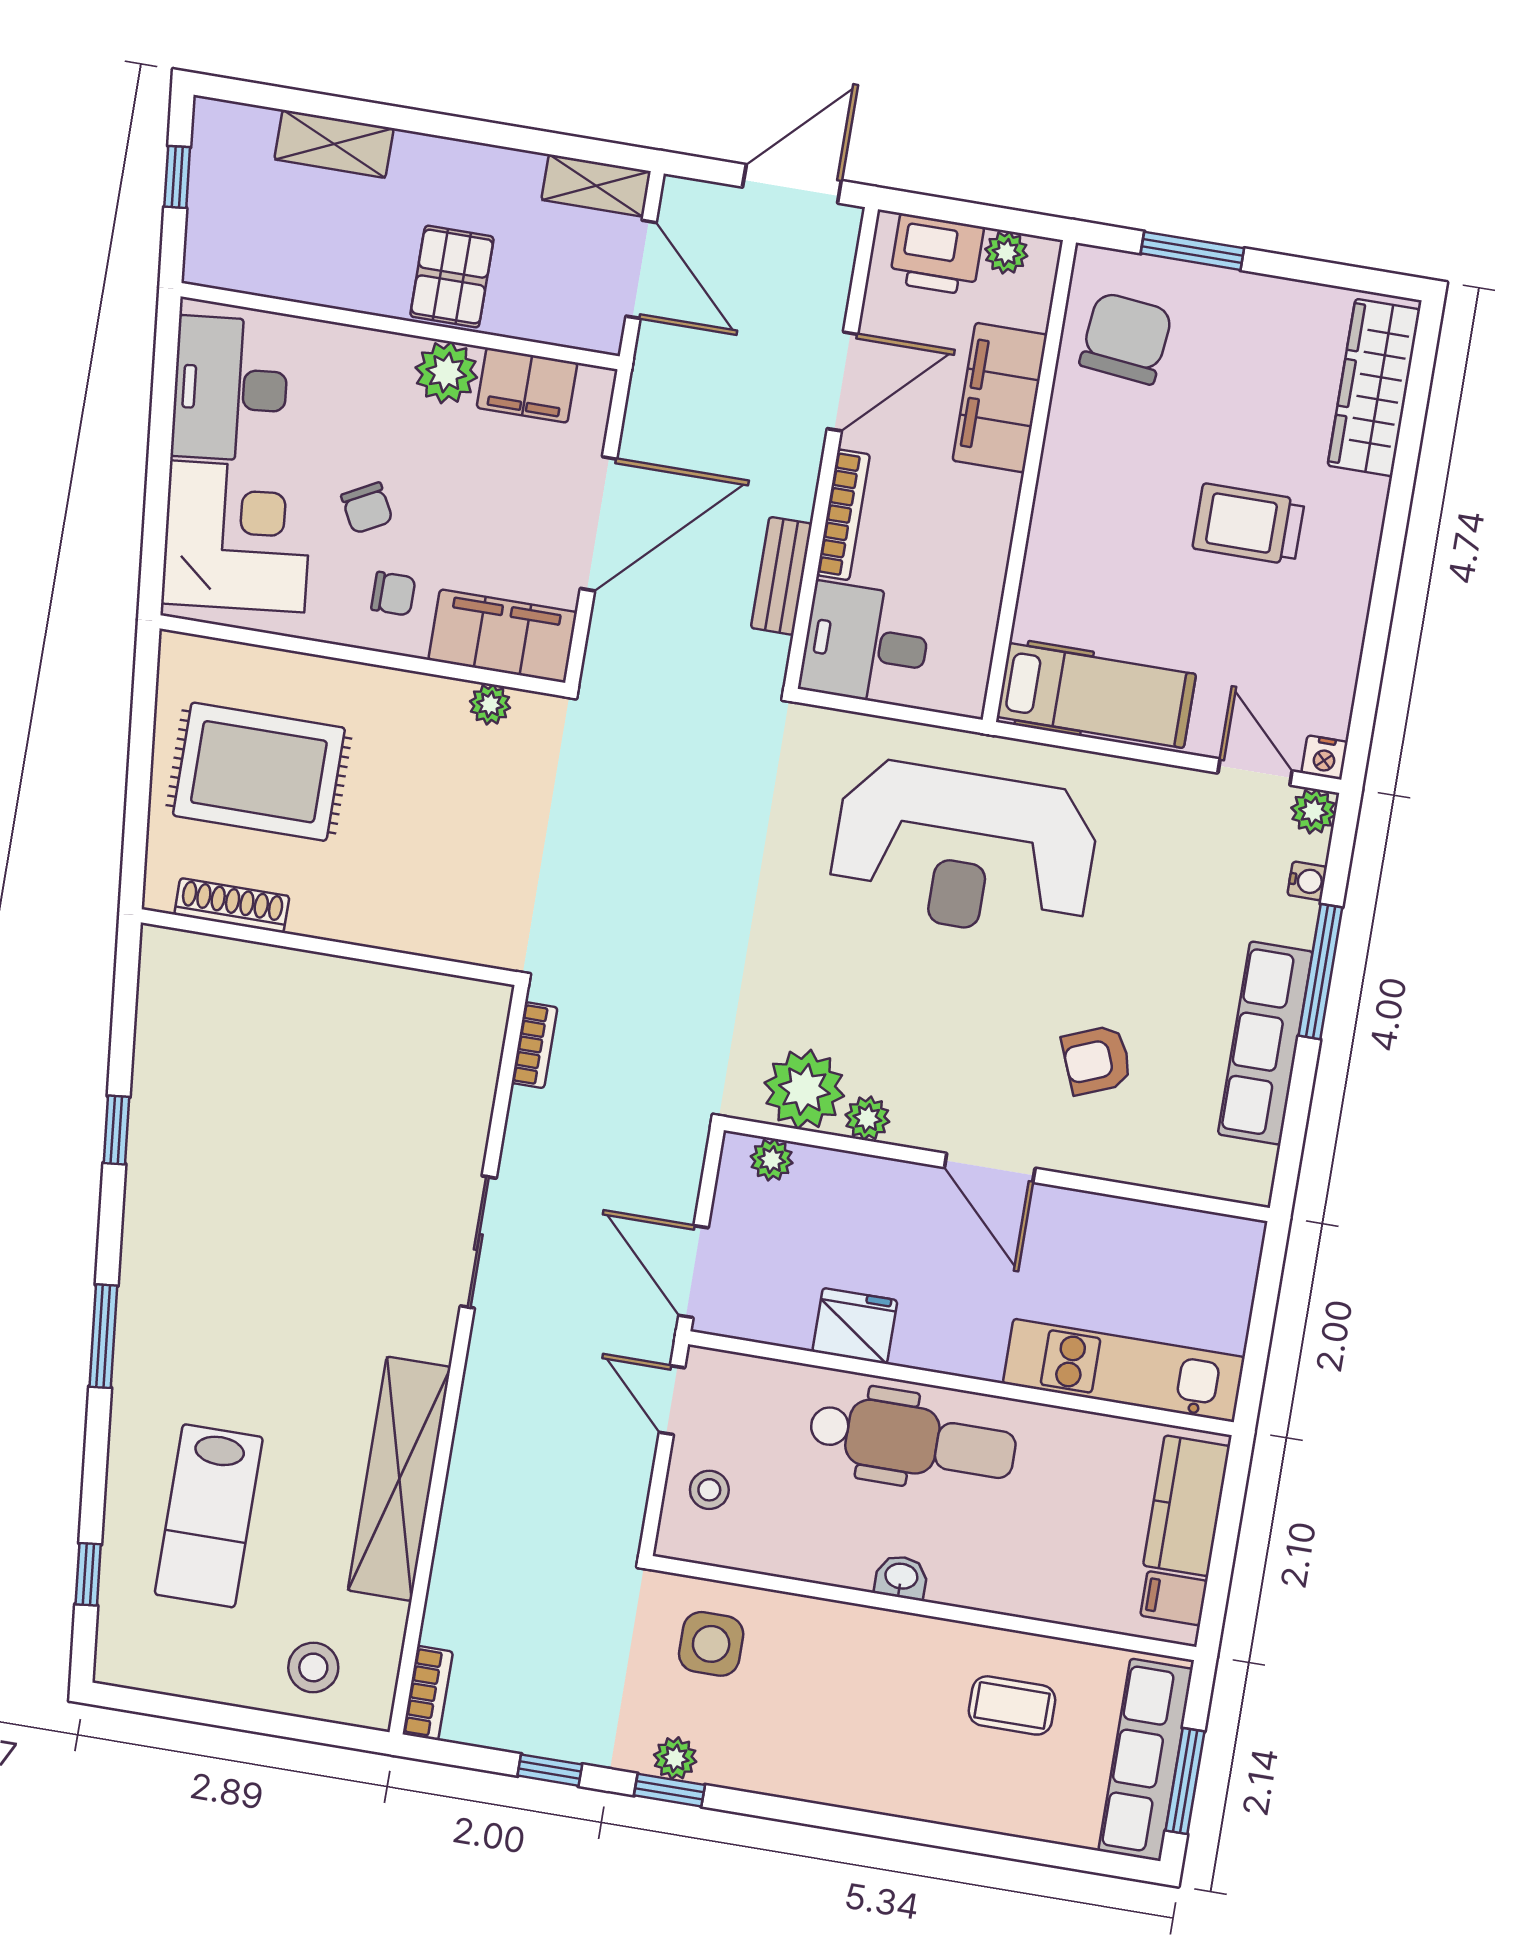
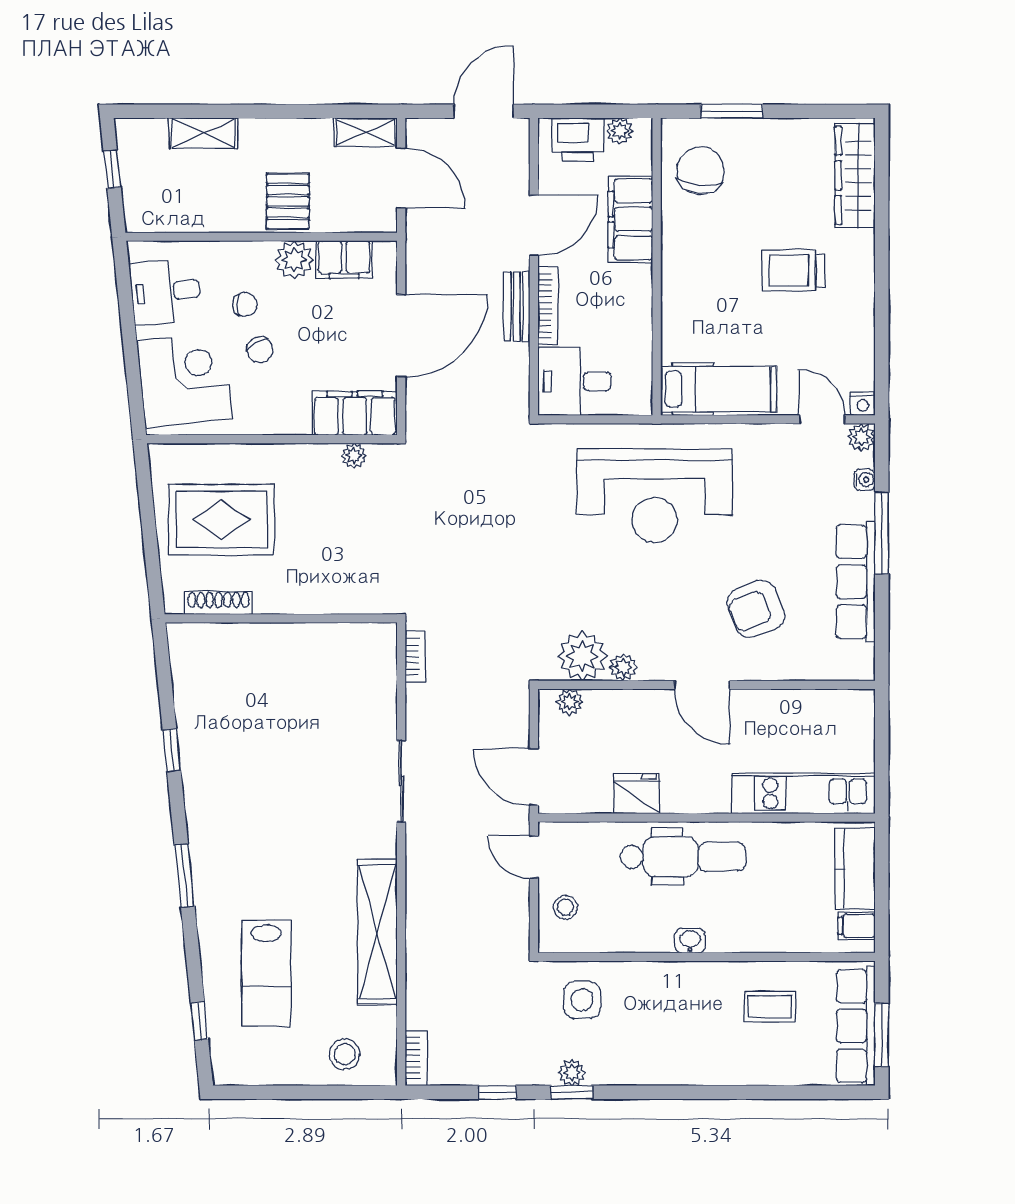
desk: (230, 389) -> (165, 292), width x0.73
bench: (781, 576) -> (517, 307), moved
chair: (393, 594) -> (245, 304), moved
armchair: (1097, 1060) -> (756, 609), width x1.38, depth x1.38

